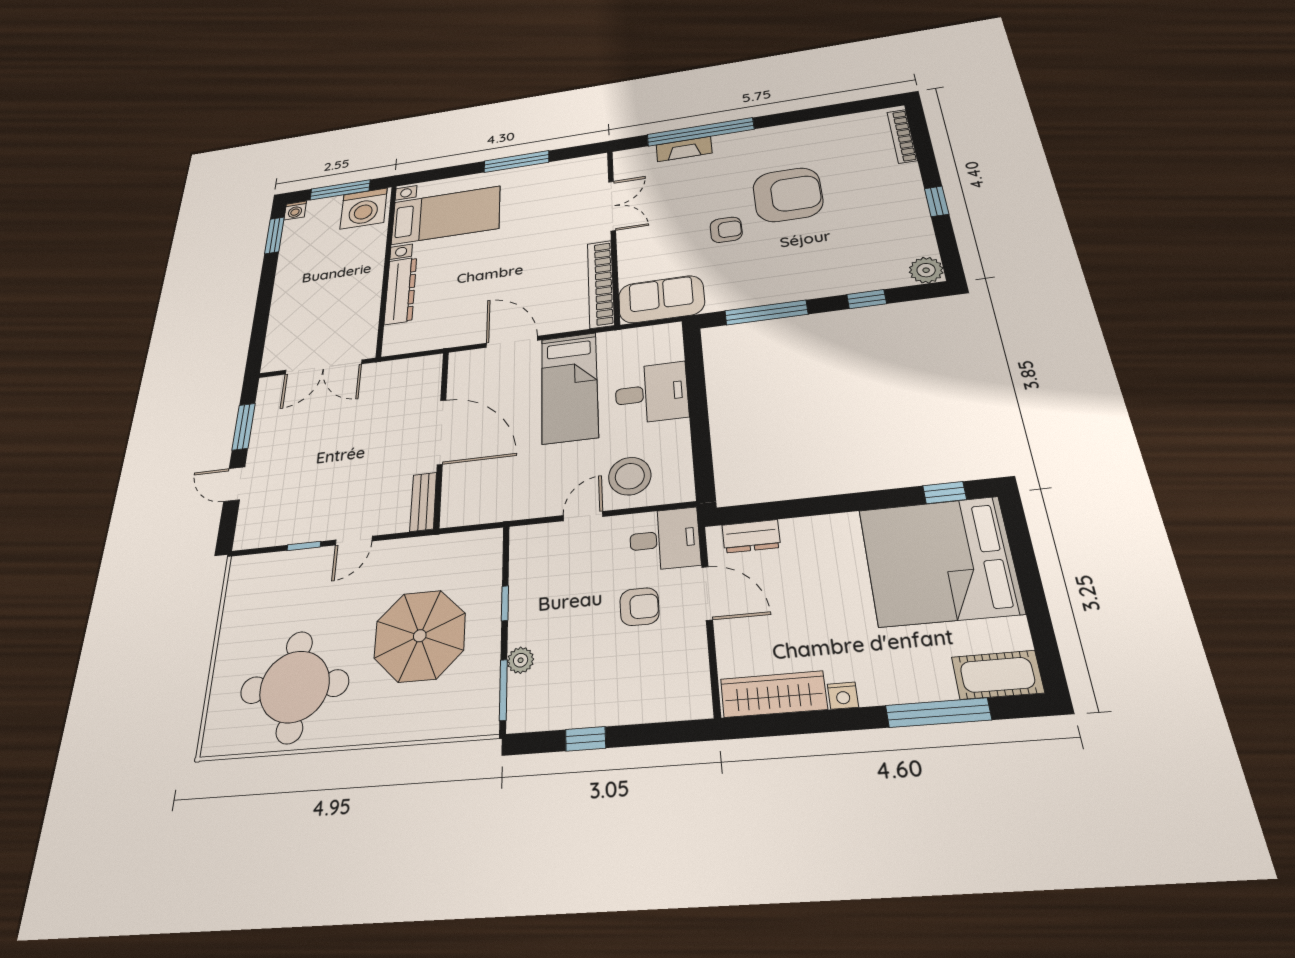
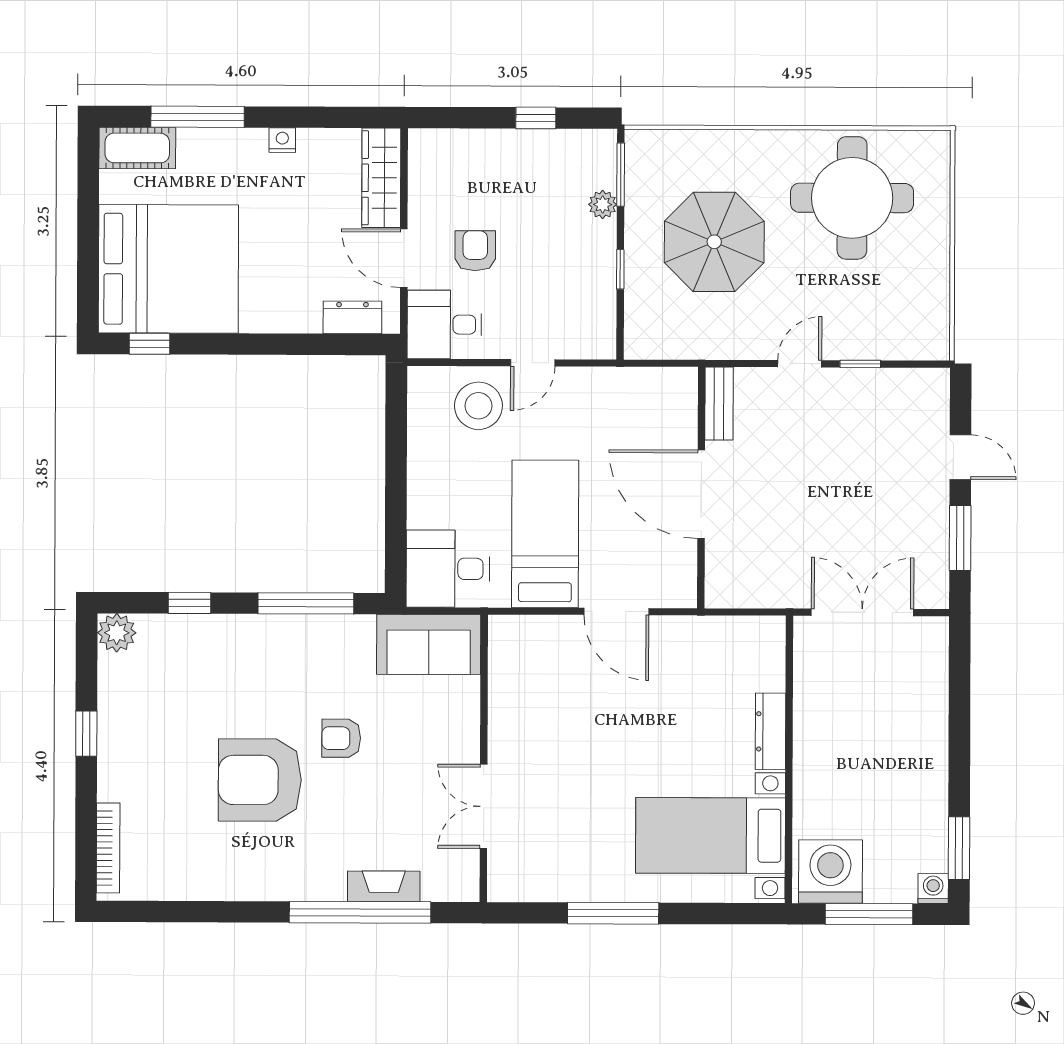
bookcase: (601, 284) -> (503, 682), removed
dresser: (401, 291) -> (770, 731), width x0.73, depth x0.80
desk: (651, 393) -> (448, 569), moved
armchair: (639, 607) -> (475, 251), turned 90
wardrobe: (773, 694) -> (381, 178), moved, turned 90

